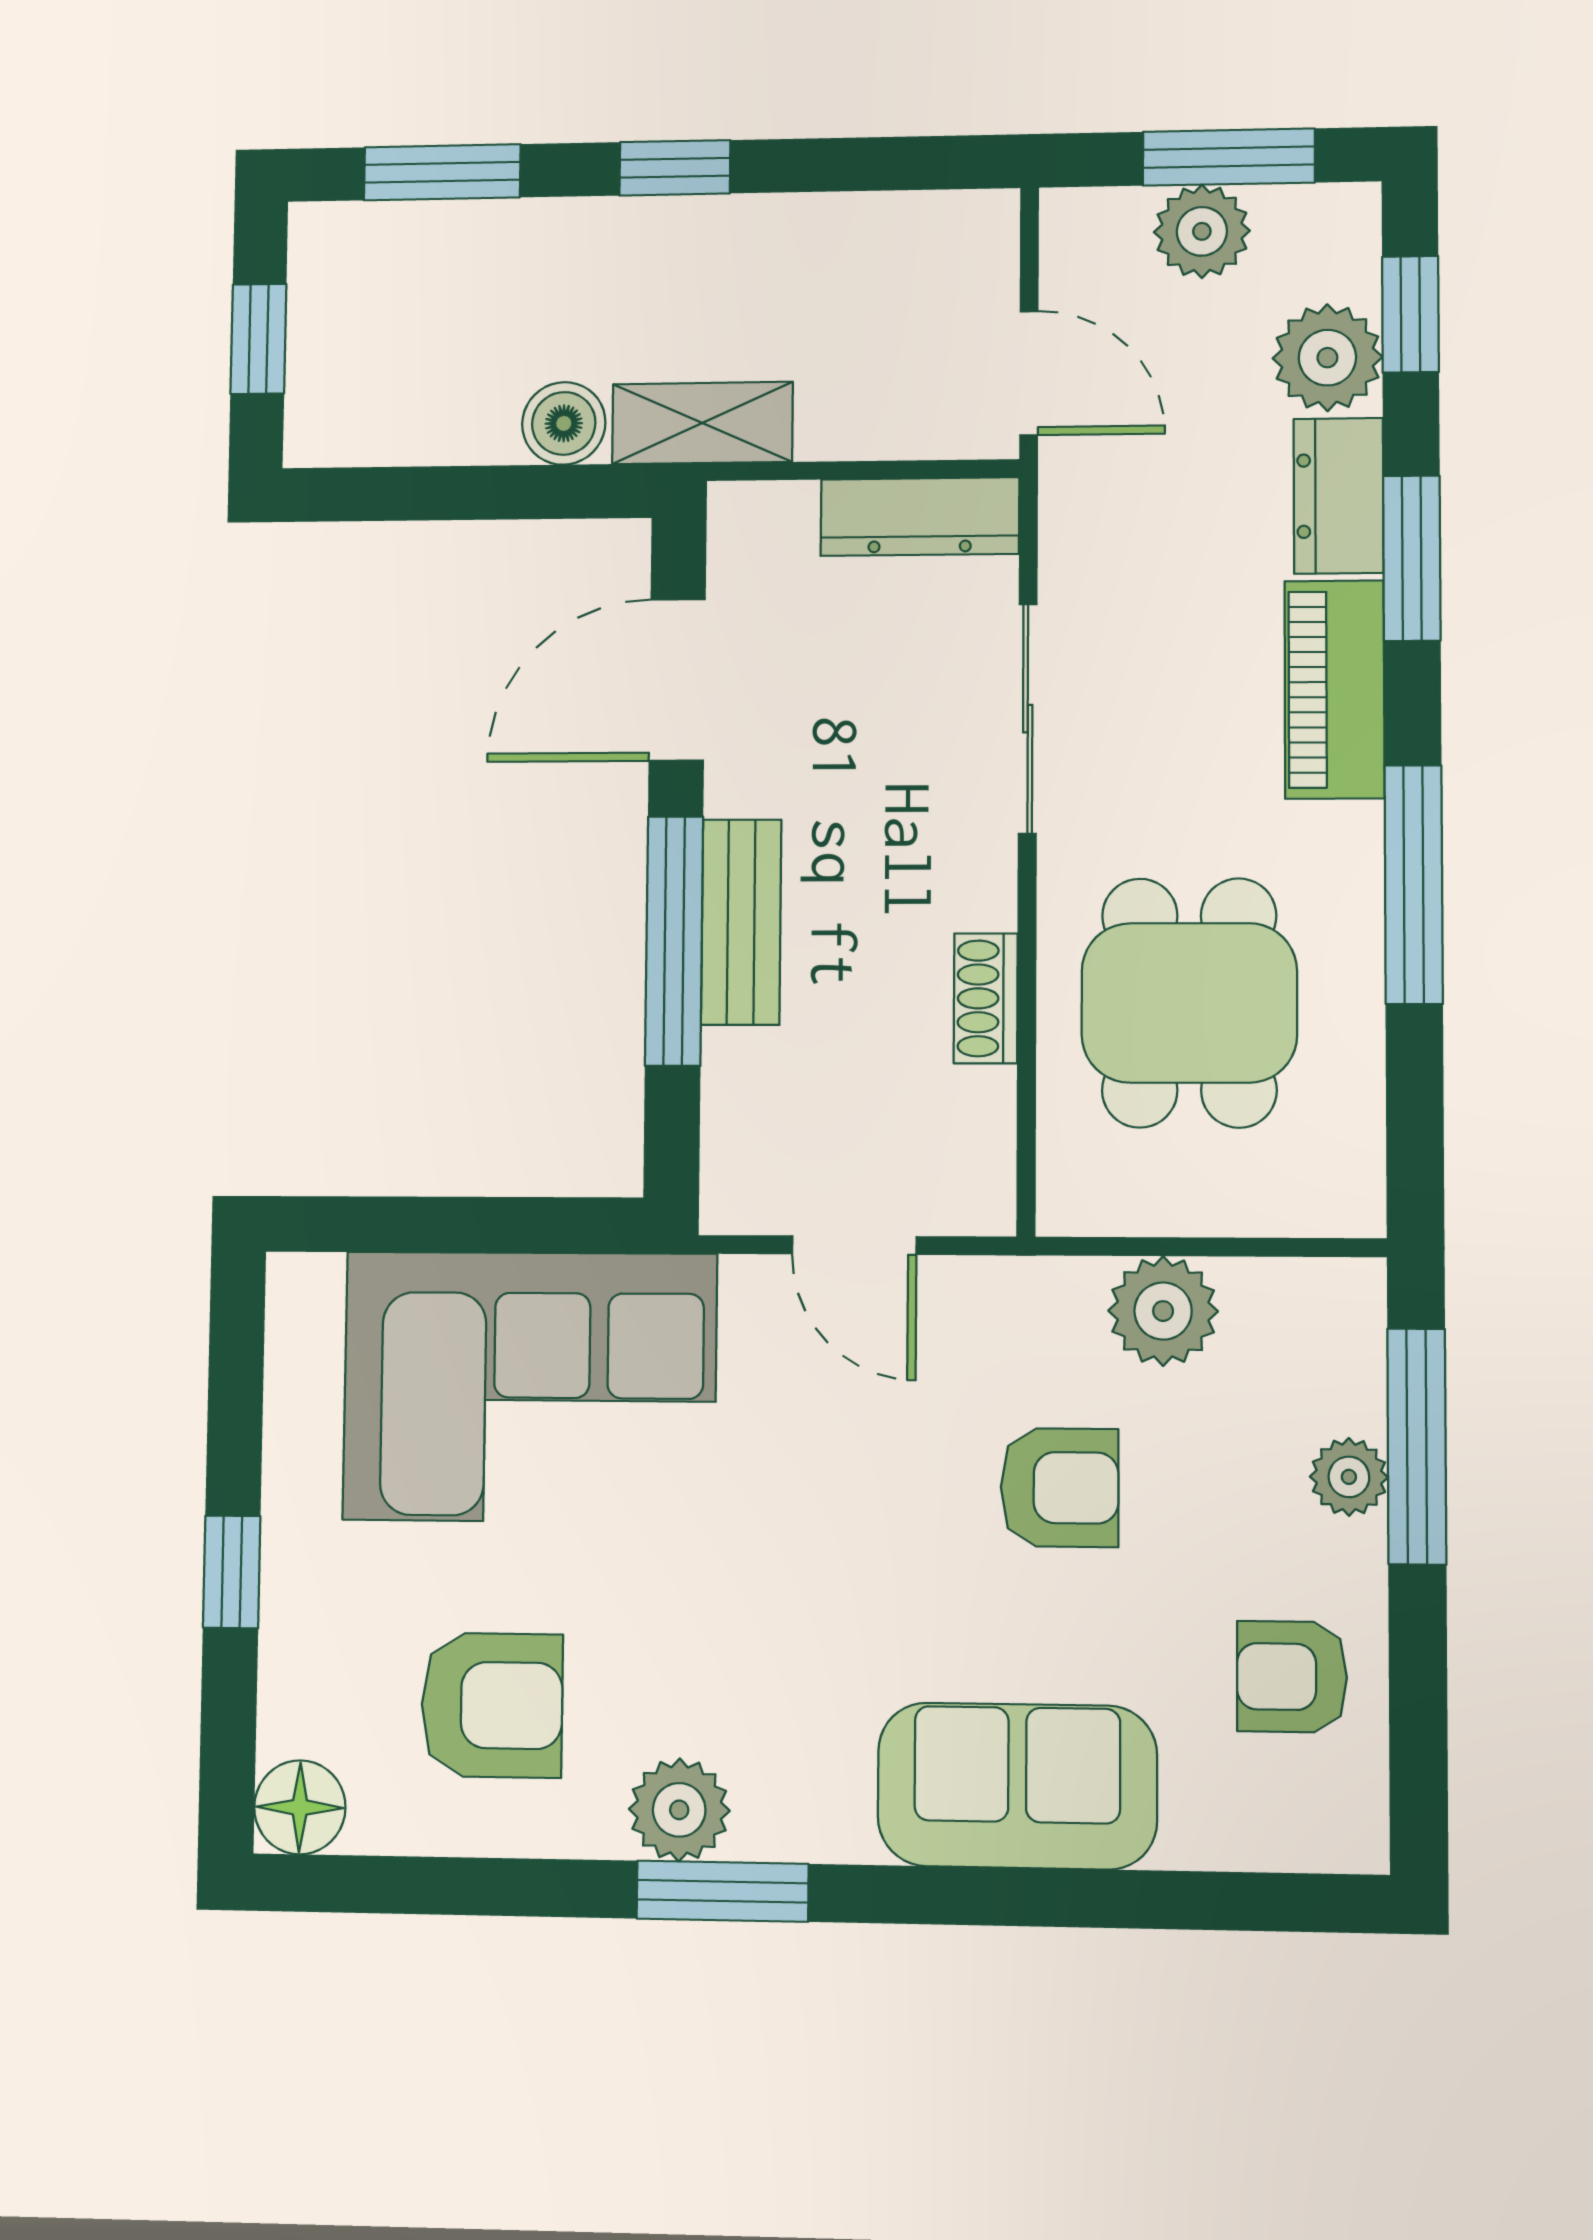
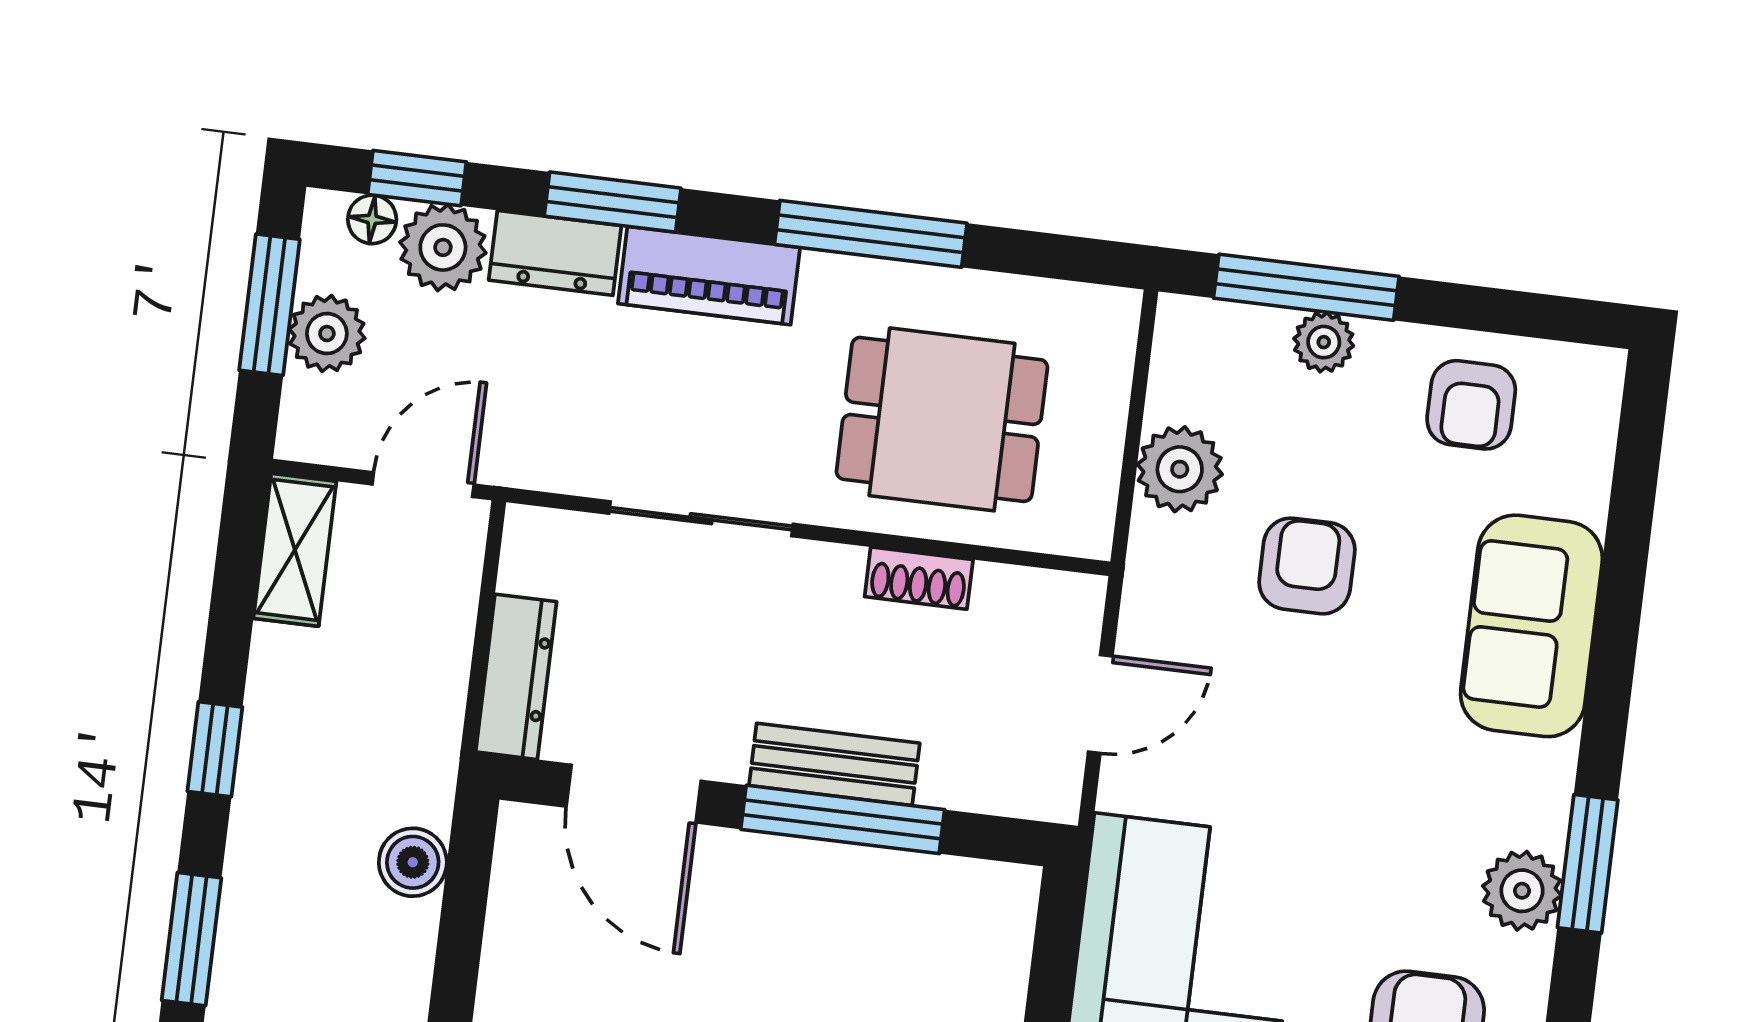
floor lamp: (1351, 267) -> (372, 219), added
shelving: (702, 423) -> (295, 550), moved
dresser: (920, 517) -> (516, 677), moved

